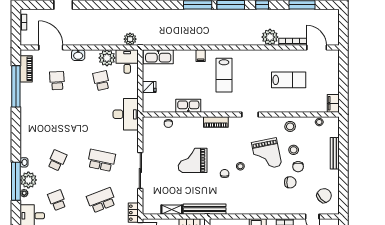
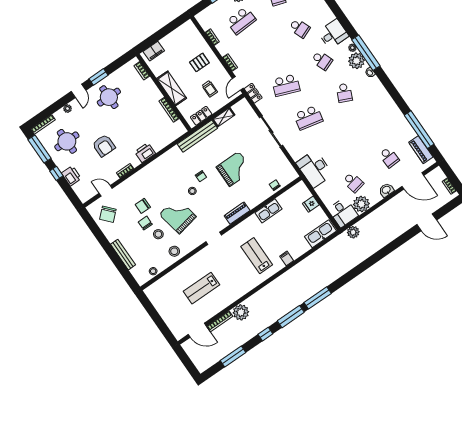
filing cabinet: (333, 103) -> (152, 294), removed
school desk: (101, 200) -> (286, 85), turned 42

